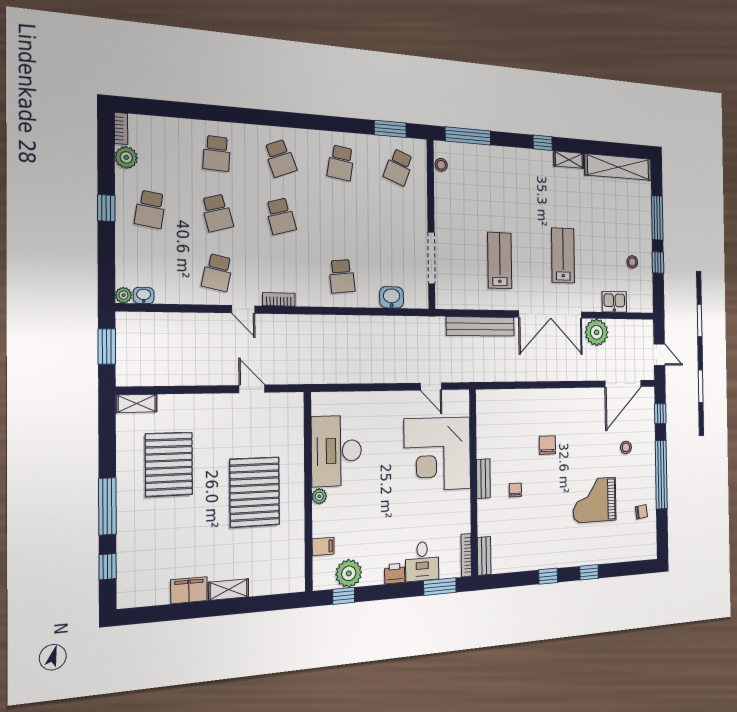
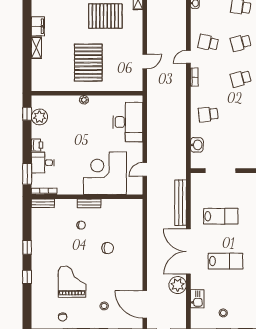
desk: (337, 451) -> (128, 122), moved, turned 90
pallet: (255, 492) -> (88, 63), turned 90
filing cabinet: (323, 546) -> (56, 102), removed

